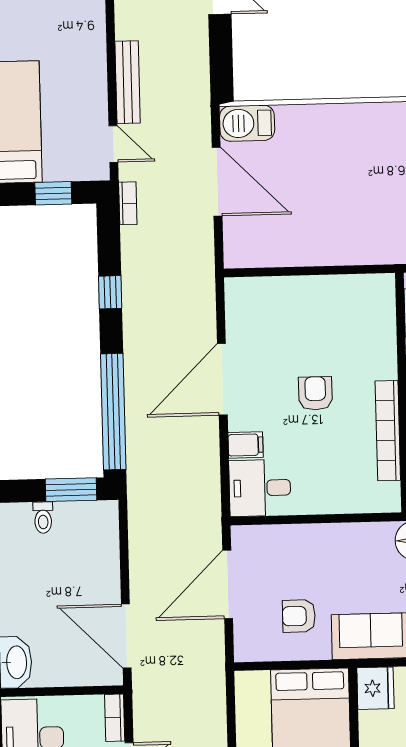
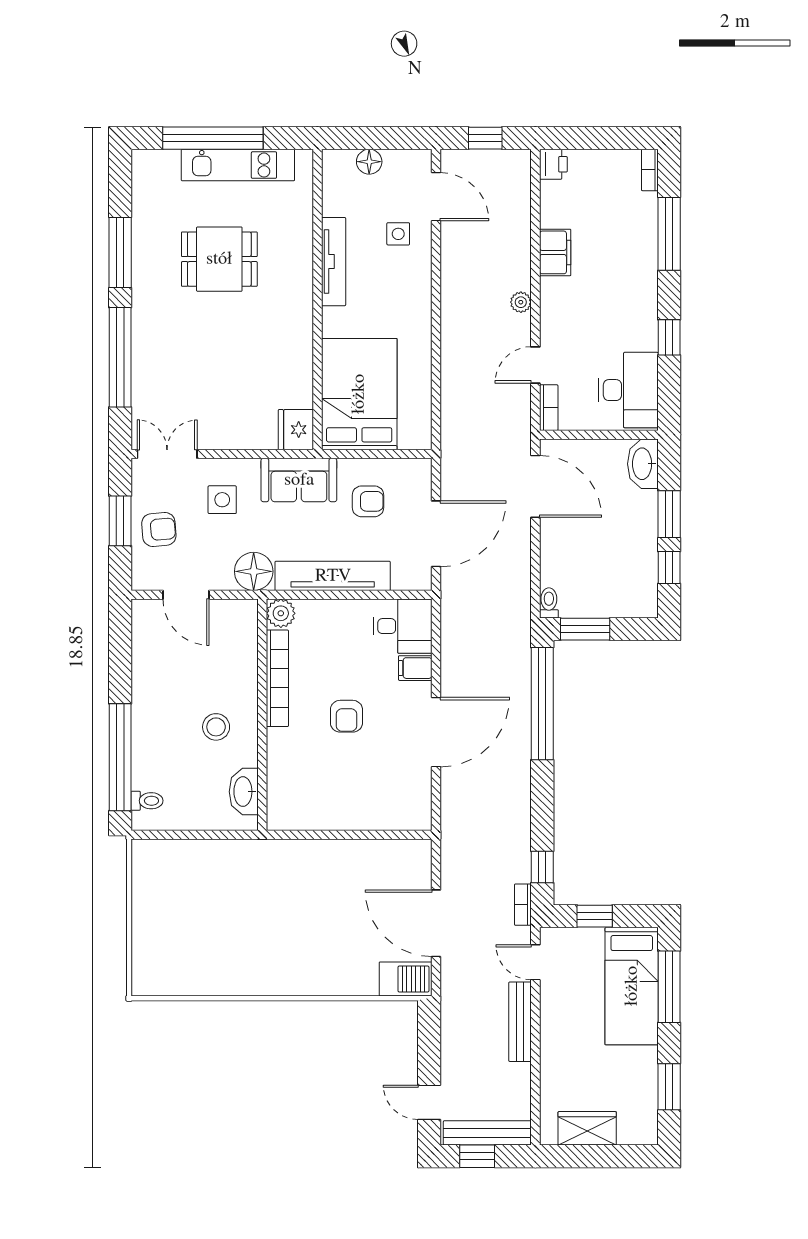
window: (110, 292) -> (542, 867), moved
plant: (386, 498) -> (281, 613), added
toilet: (43, 518) -> (549, 603), moved
tv unit: (333, 538) -> (333, 576), added

